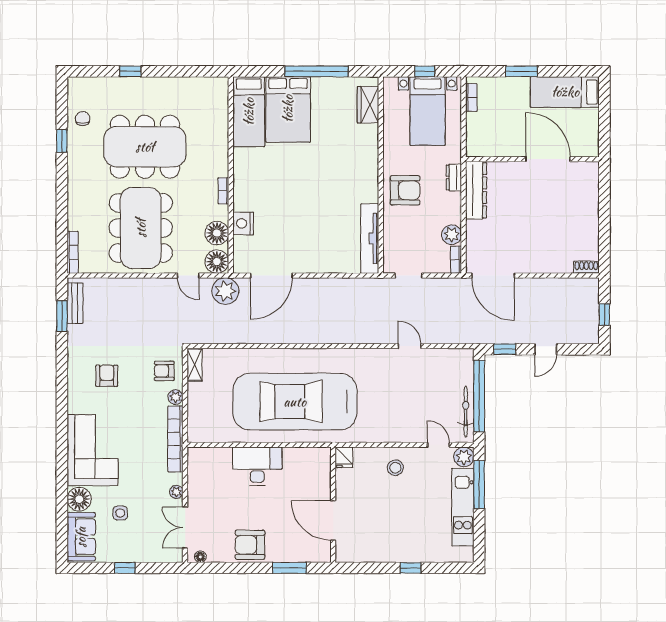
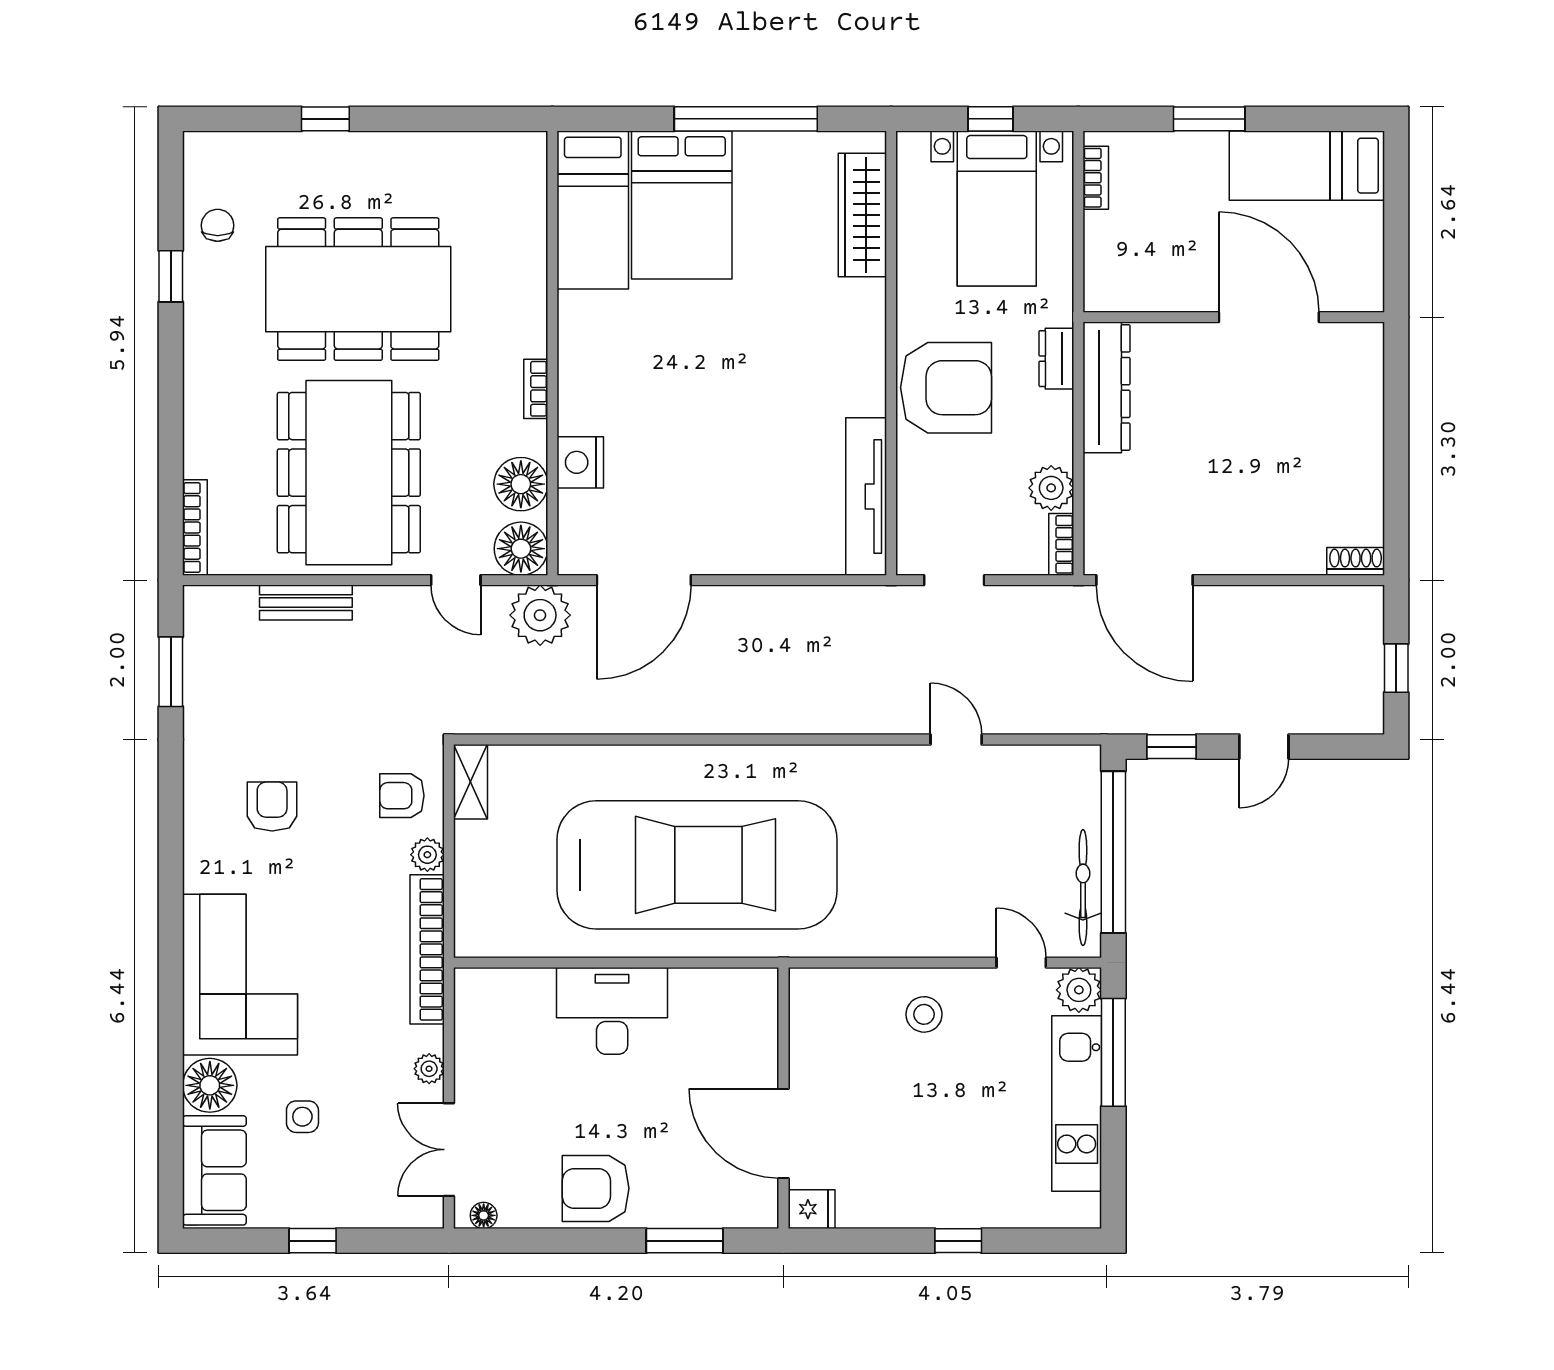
wardrobe: (368, 105) -> (862, 215), width x1.50
armchair: (405, 190) -> (946, 388), width x1.36, depth x1.36
bench: (75, 303) -> (306, 603), moved, turned 90
car: (295, 402) -> (697, 865), turned 180
fridge: (344, 457) -> (812, 1209), moved, turned -90

